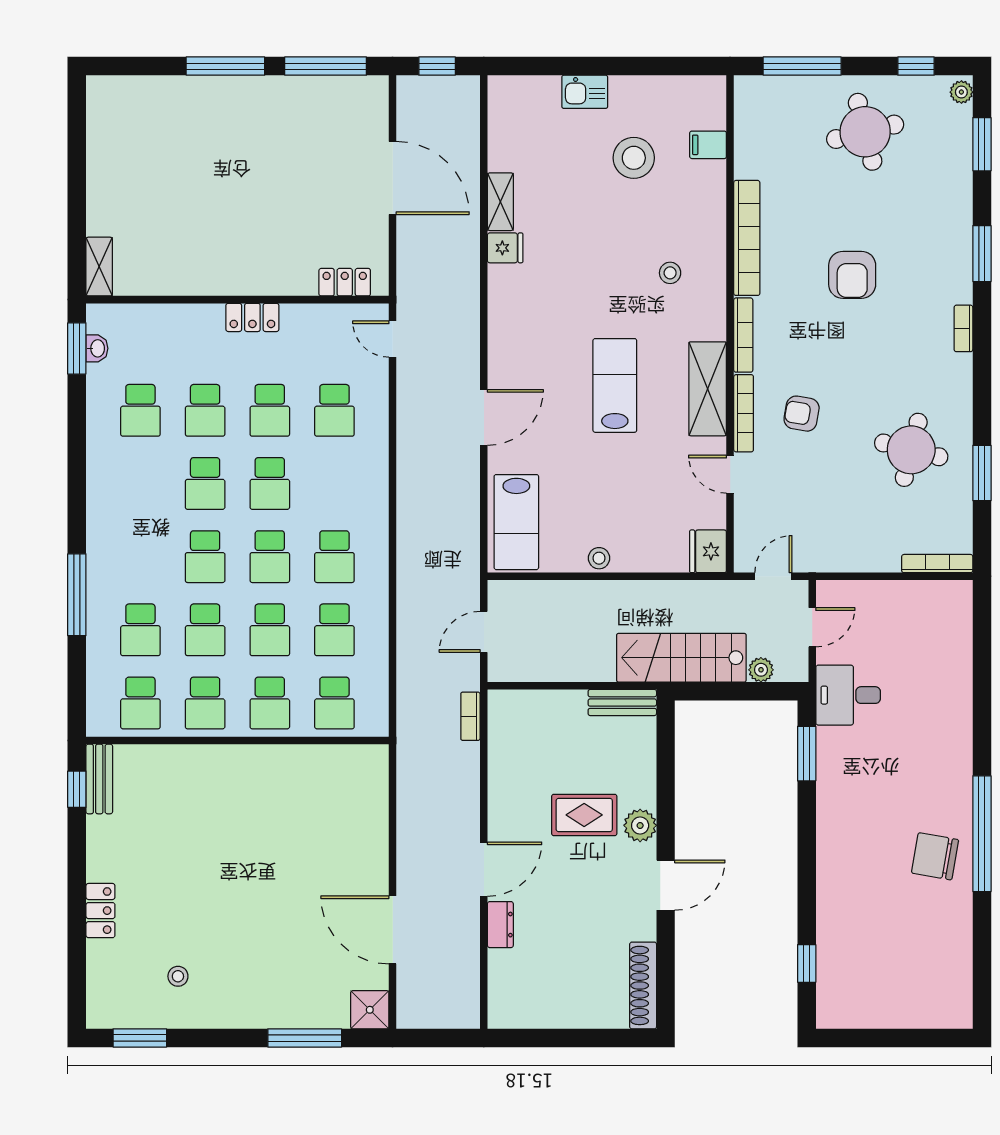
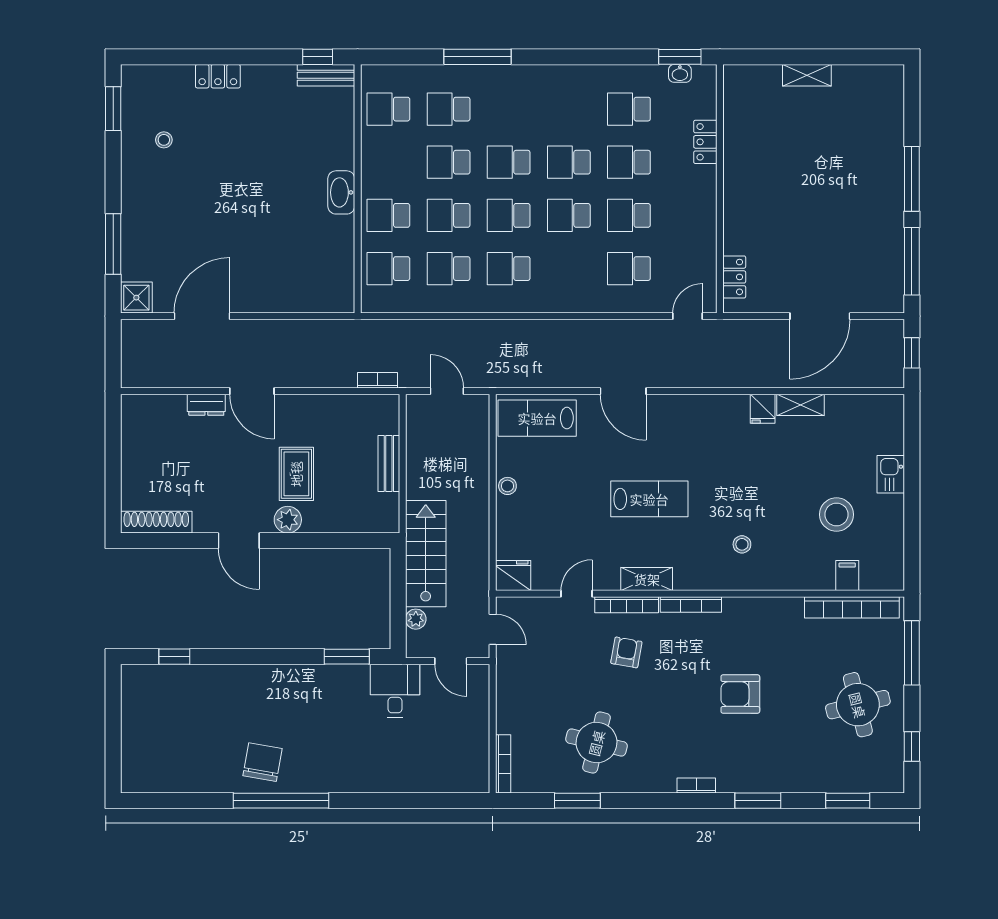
plant: (961, 92) -> (891, 784), removed
bookcase: (747, 238) -> (852, 607), moved
shelving: (99, 267) -> (807, 75), moved
locker: (252, 317) -> (705, 142), moved
shelving: (708, 389) -> (647, 579), width x0.67, depth x0.75
school desk: (205, 703) -> (388, 162), removed
bench: (622, 703) -> (389, 464), moved
washbasin: (242, 760) -> (341, 192), added

